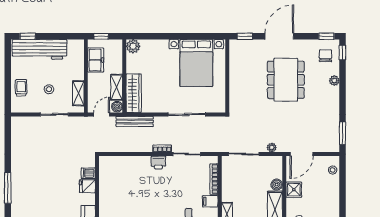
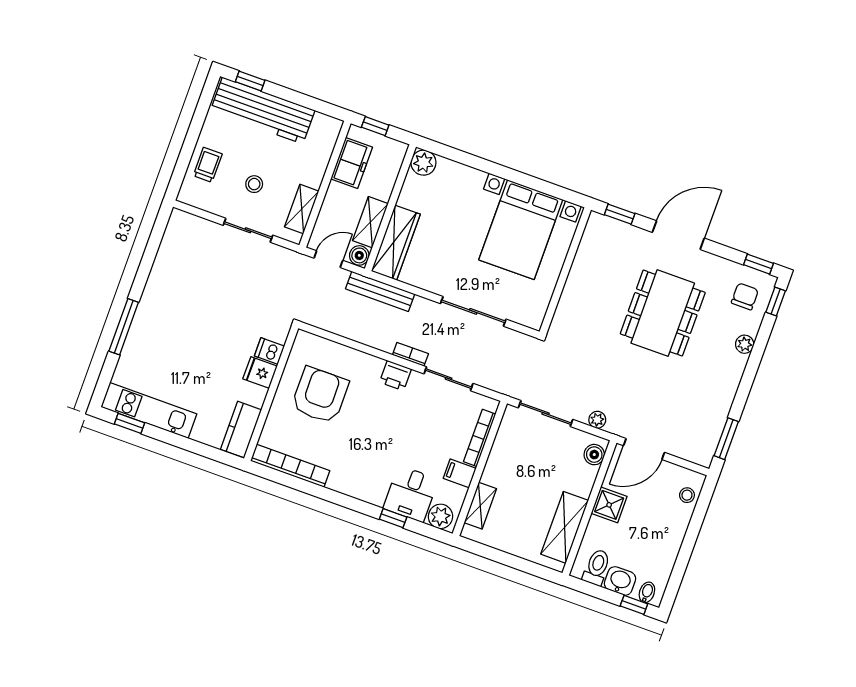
boiler: (277, 185) -> (594, 455), moved
armchair: (123, 187) -> (320, 395), added

